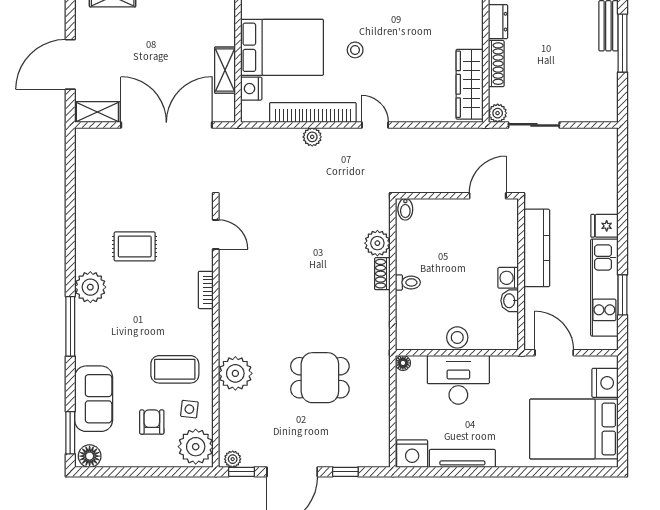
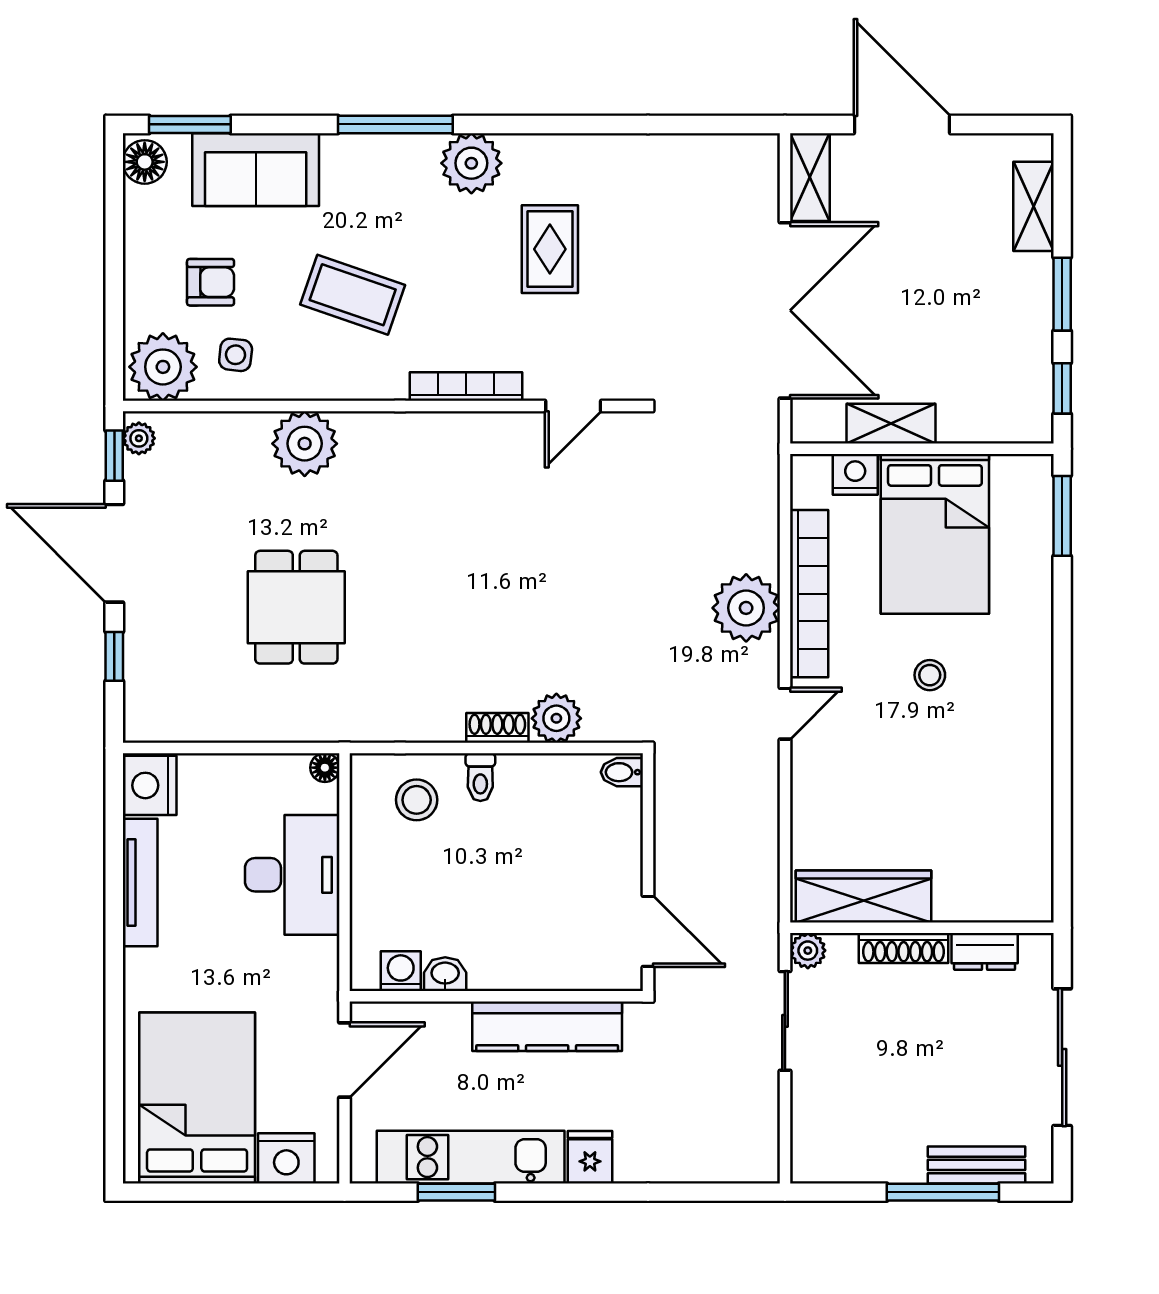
plant: (312, 137) -> (746, 608), width x1.88, depth x1.88
washing machine: (508, 278) -> (401, 971), moved
bookcase: (206, 290) -> (466, 386), width x1.56
stool: (457, 337) -> (417, 800), moved
coffee table: (175, 369) -> (353, 295), moved, turned -71

